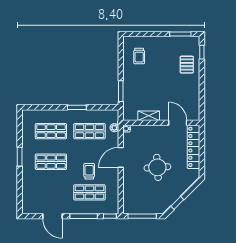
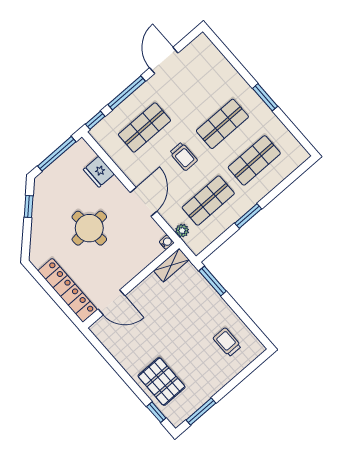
pallet: (187, 65) -> (162, 381), width x1.50, depth x1.42
shelving: (149, 116) -> (171, 265), moved
trolley: (89, 171) -> (184, 156), moved
fridge: (130, 190) -> (99, 172), added
door: (52, 216) -> (164, 60), hinge flipped

